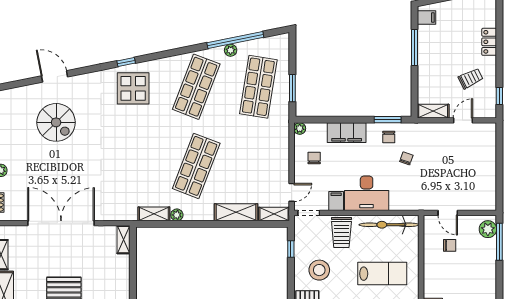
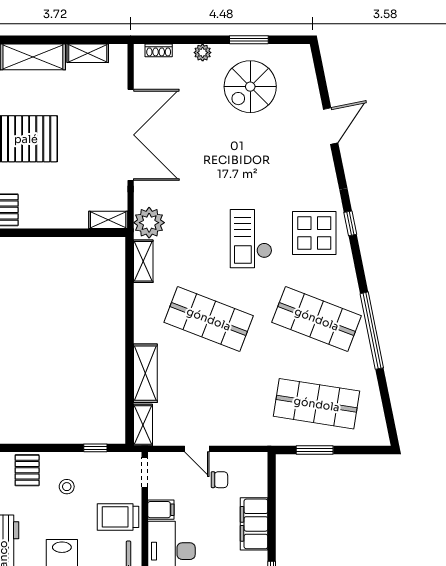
window: (235, 40) -> (372, 331), moved
plant: (231, 50) -> (366, 366), removed
spiral stairs: (56, 122) -> (250, 87), moved
plant: (300, 129) -> (260, 460), removed
checkout: (137, 135) -> (251, 239), added
door: (292, 192) -> (197, 449), moved
plant: (177, 215) -> (149, 223), moved, width x1.88, depth x1.88
stool: (319, 270) -> (67, 487), width x0.53, depth x0.53

